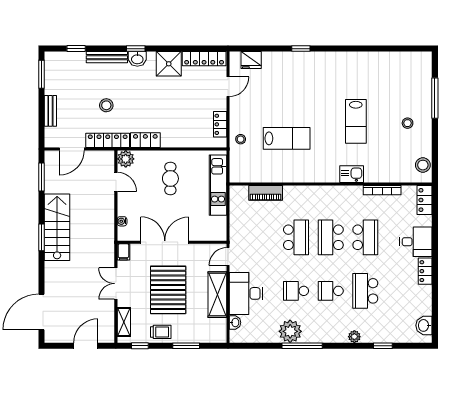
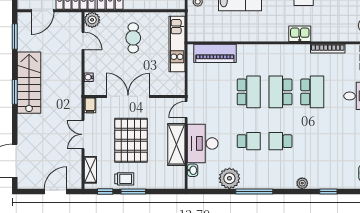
piano: (266, 193) -> (215, 53), width x1.37, depth x1.33
school desk: (296, 291) -> (249, 141), turned 180
school desk: (365, 291) -> (312, 141), removed
plant: (290, 331) -> (229, 178), moved
window: (186, 346) -> (133, 191), moved

